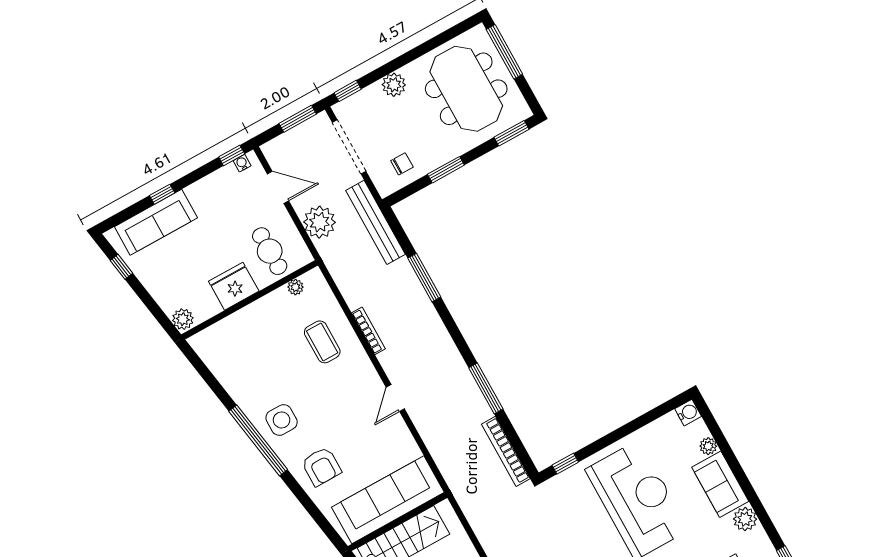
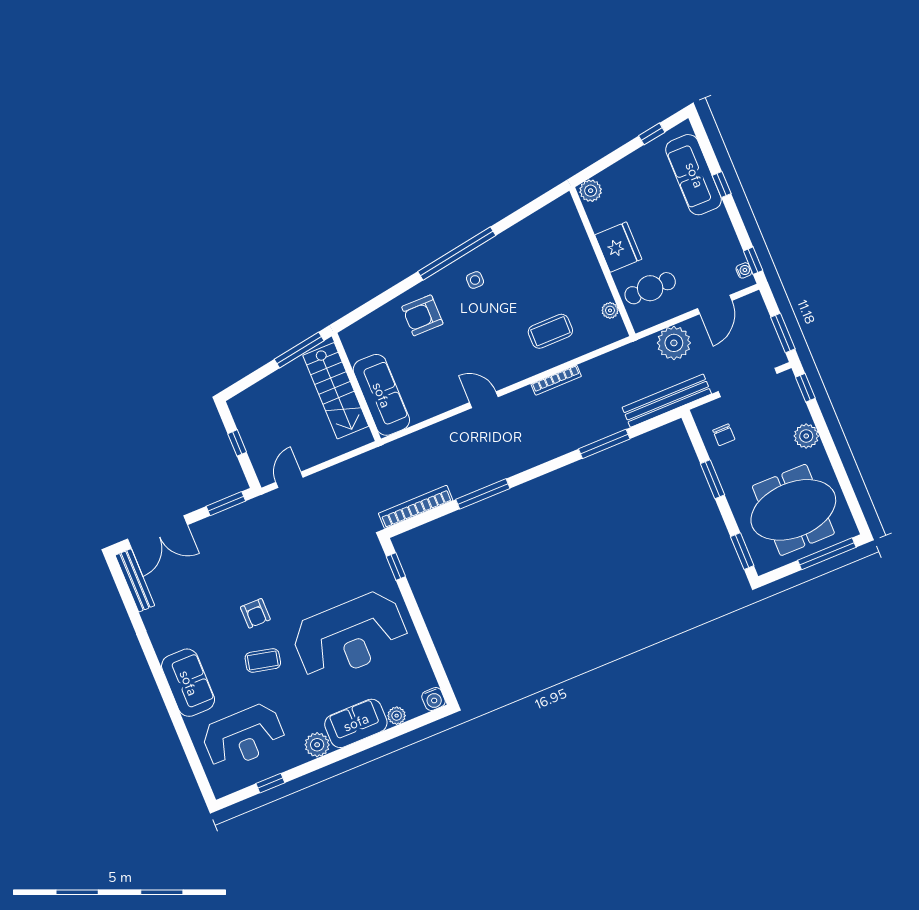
side table: (282, 420) -> (475, 280), width x0.54, depth x0.54
sofa: (388, 500) -> (381, 395), width x0.74, depth x0.79

